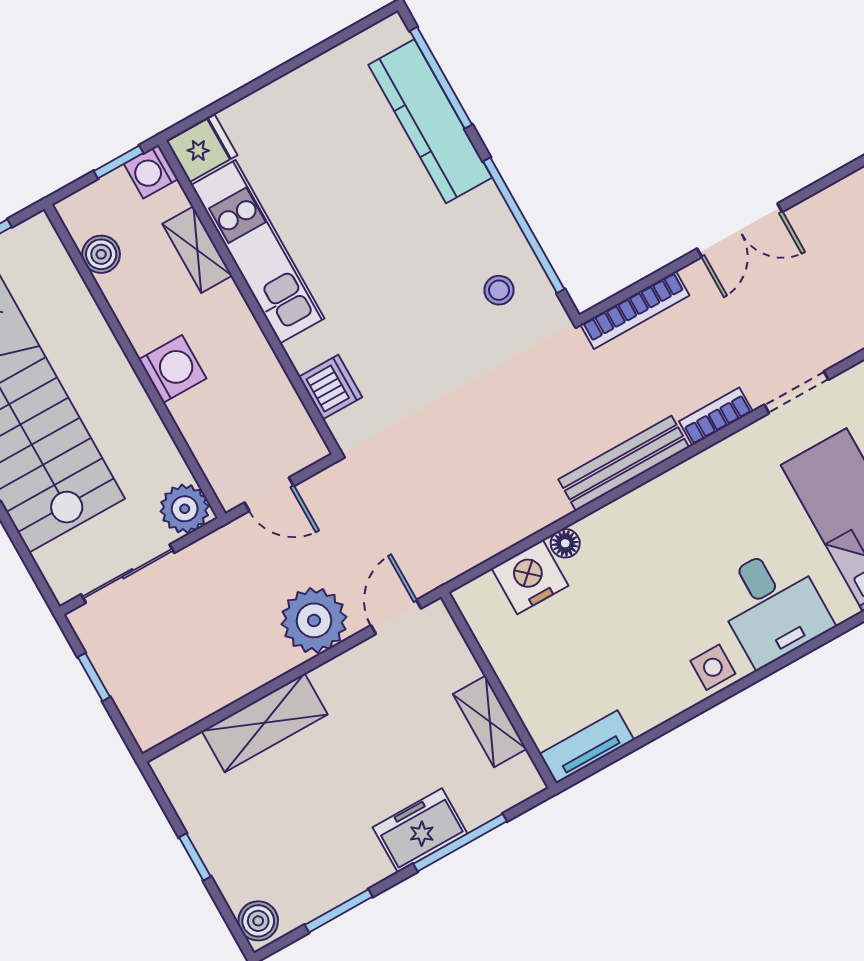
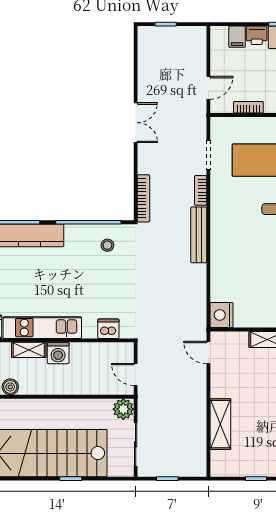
double door: (740, 230) -> (136, 123), moved
washing machine: (173, 369) -> (58, 353), moved, turned 180
door: (269, 494) -> (136, 374), swing flipped
floor lamp: (565, 543) -> (216, 274), removed
nightstand: (530, 577) -> (222, 315), moved
plant: (314, 620) -> (192, 384), removed

